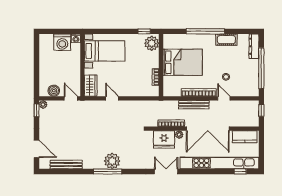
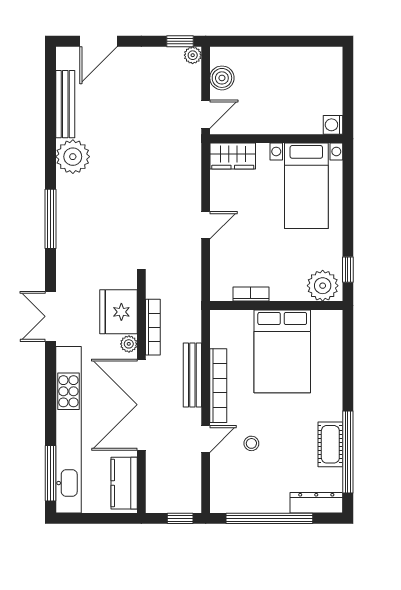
window: (205, 31) -> (348, 452), moved
washing machine: (62, 42) -> (325, 96), removed
door: (112, 98) -> (206, 225), moved
plant: (112, 161) -> (73, 157), moved
window: (108, 171) -> (50, 219), moved
double door: (166, 171) -> (50, 316), swing flipped
window: (240, 171) -> (50, 473), width x2.17

